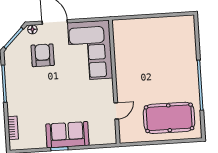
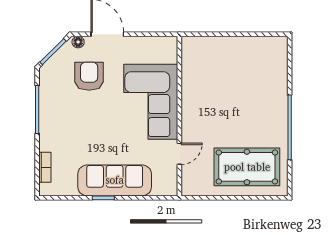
corner sofa: (90, 50) -> (151, 102), moved
sofa: (67, 135) -> (115, 180), width x1.36

